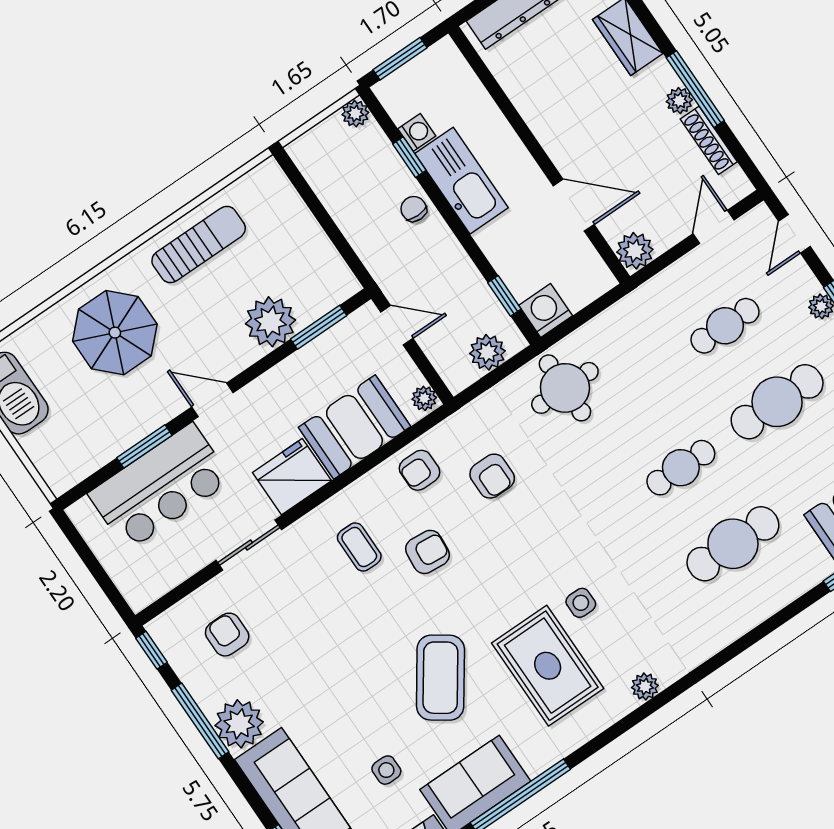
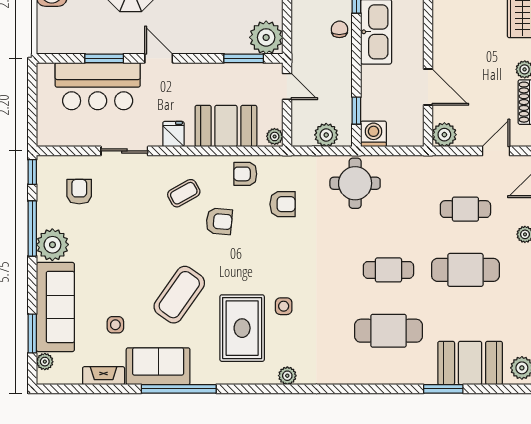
plant: (270, 322) -> (266, 37), moved
armchair: (492, 476) -> (283, 204), turned -90
fridge: (292, 477) -> (173, 134), width x0.53, depth x0.75
coffee table: (359, 547) -> (184, 193), turned 61

